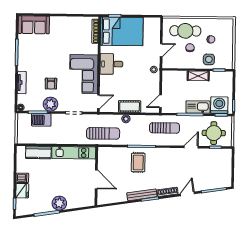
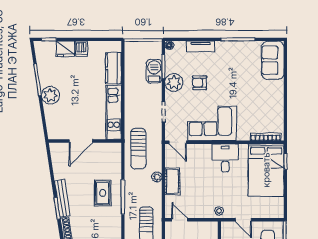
rug: (138, 162) -> (103, 193), turned 90

